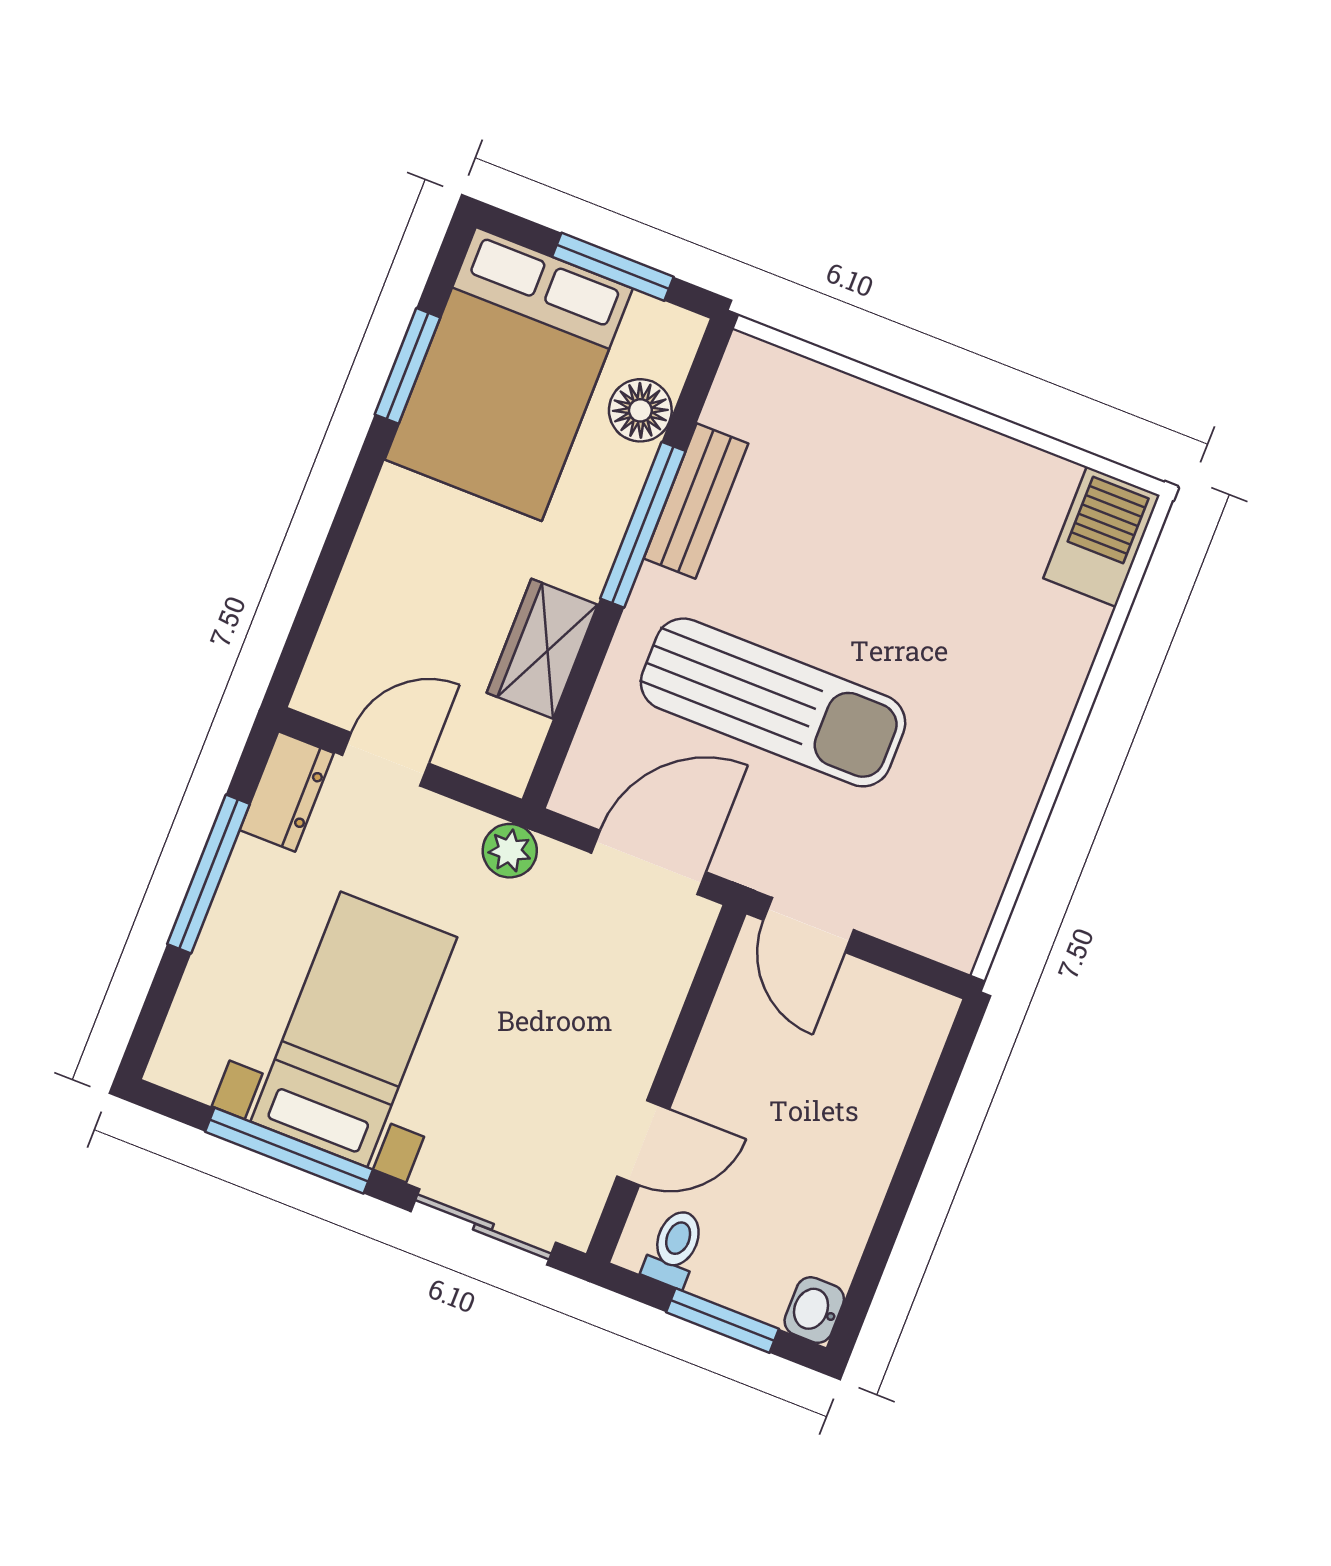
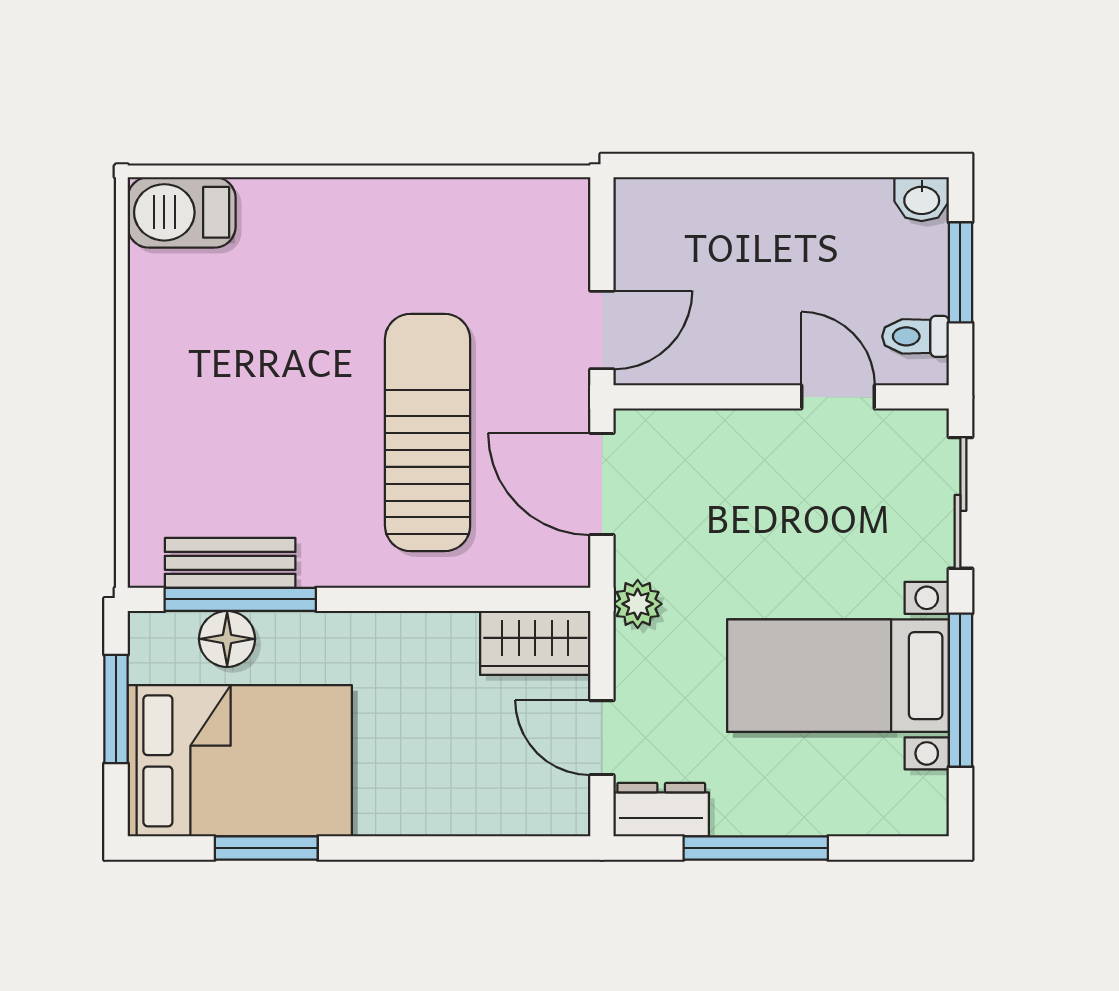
bench: (696, 501) -> (230, 563), moved
window: (643, 525) -> (240, 599), moved
wardrobe: (542, 649) -> (535, 643), moved

